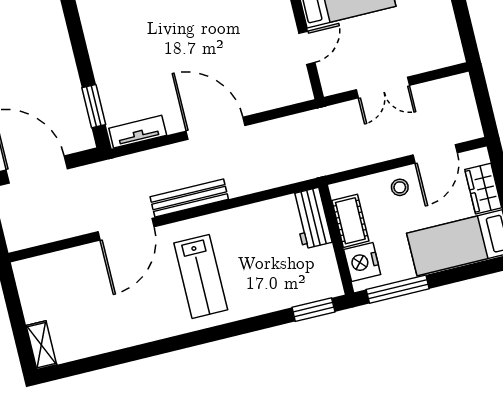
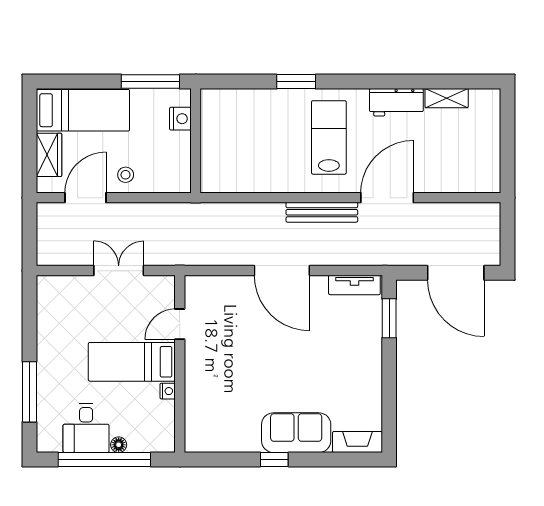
workbench: (311, 218) -> (396, 102), moved, turned 90
cot: (350, 221) -> (179, 155), removed
nightstand: (362, 262) -> (180, 119), width x0.74, depth x0.75
window: (313, 310) -> (296, 82), moved
shelving: (41, 345) -> (447, 98), moved, turned 90

